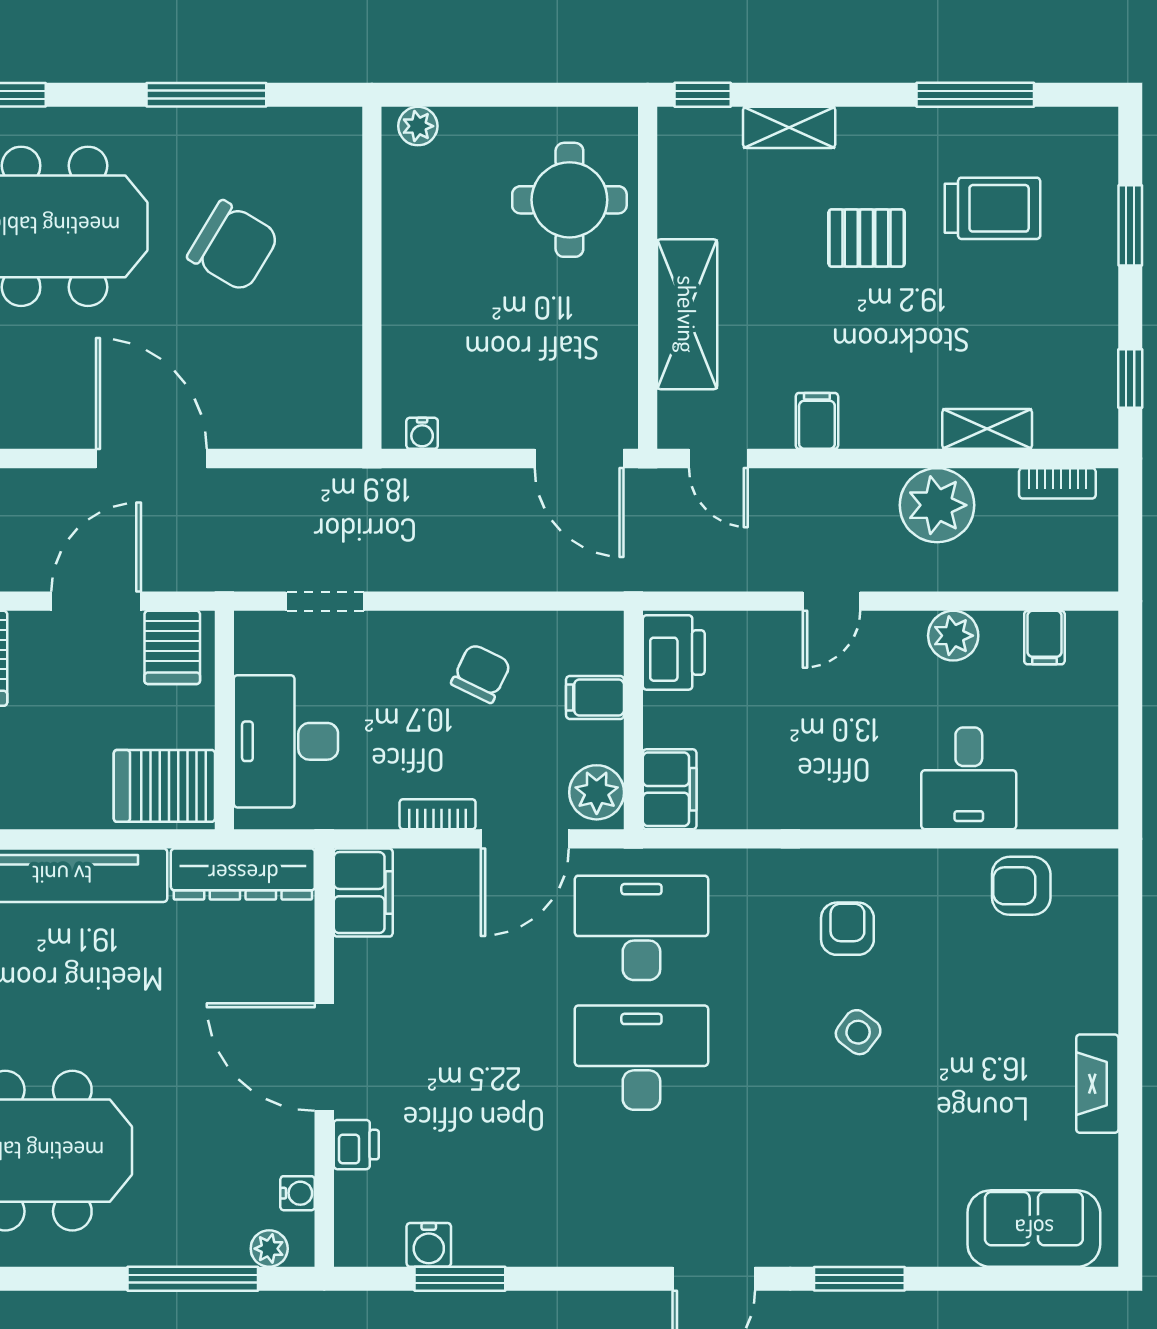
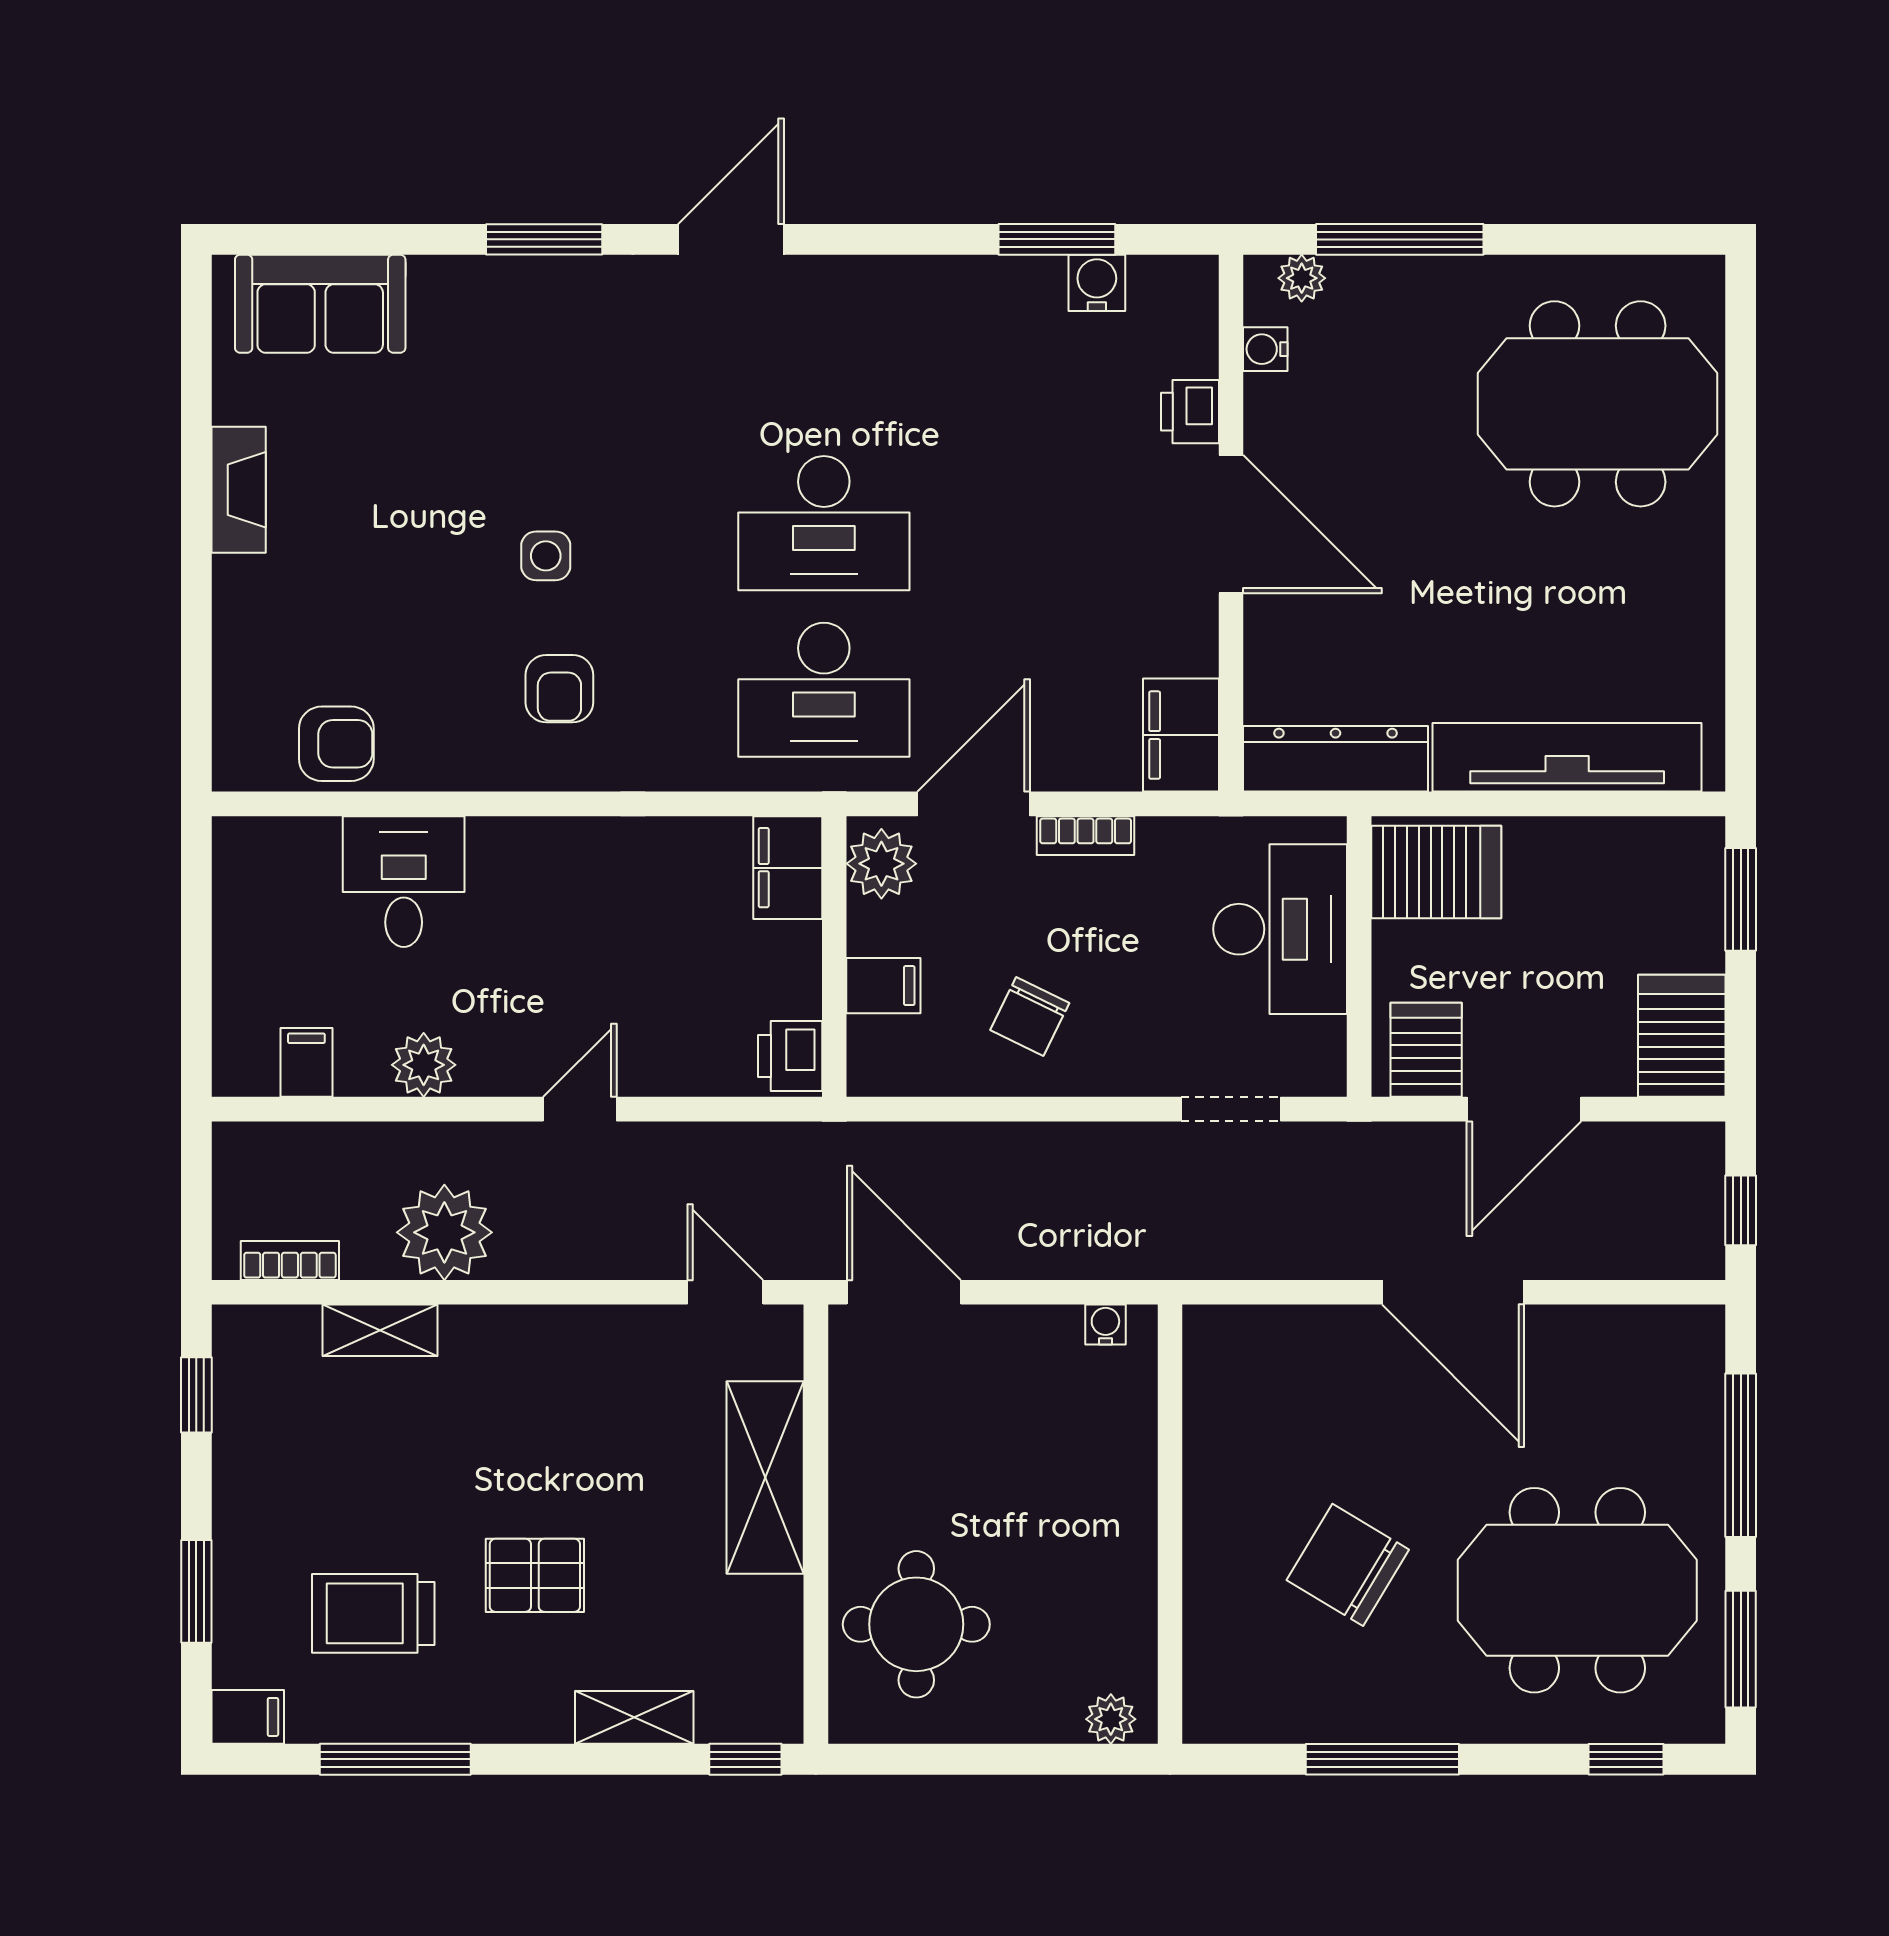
filing cabinet: (817, 421) -> (248, 1717), moved, turned -90
printer: (674, 652) -> (790, 1056), width x0.73, depth x0.81
side table: (858, 1032) -> (546, 556), turned -37

